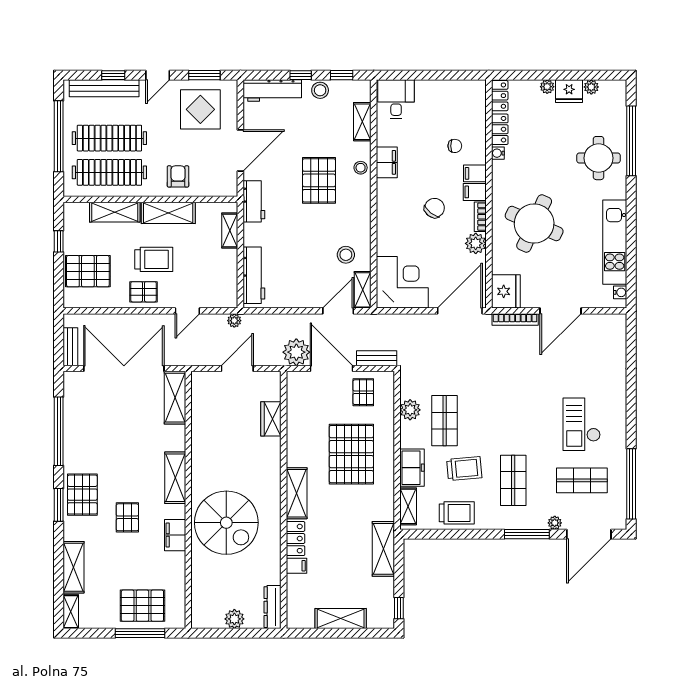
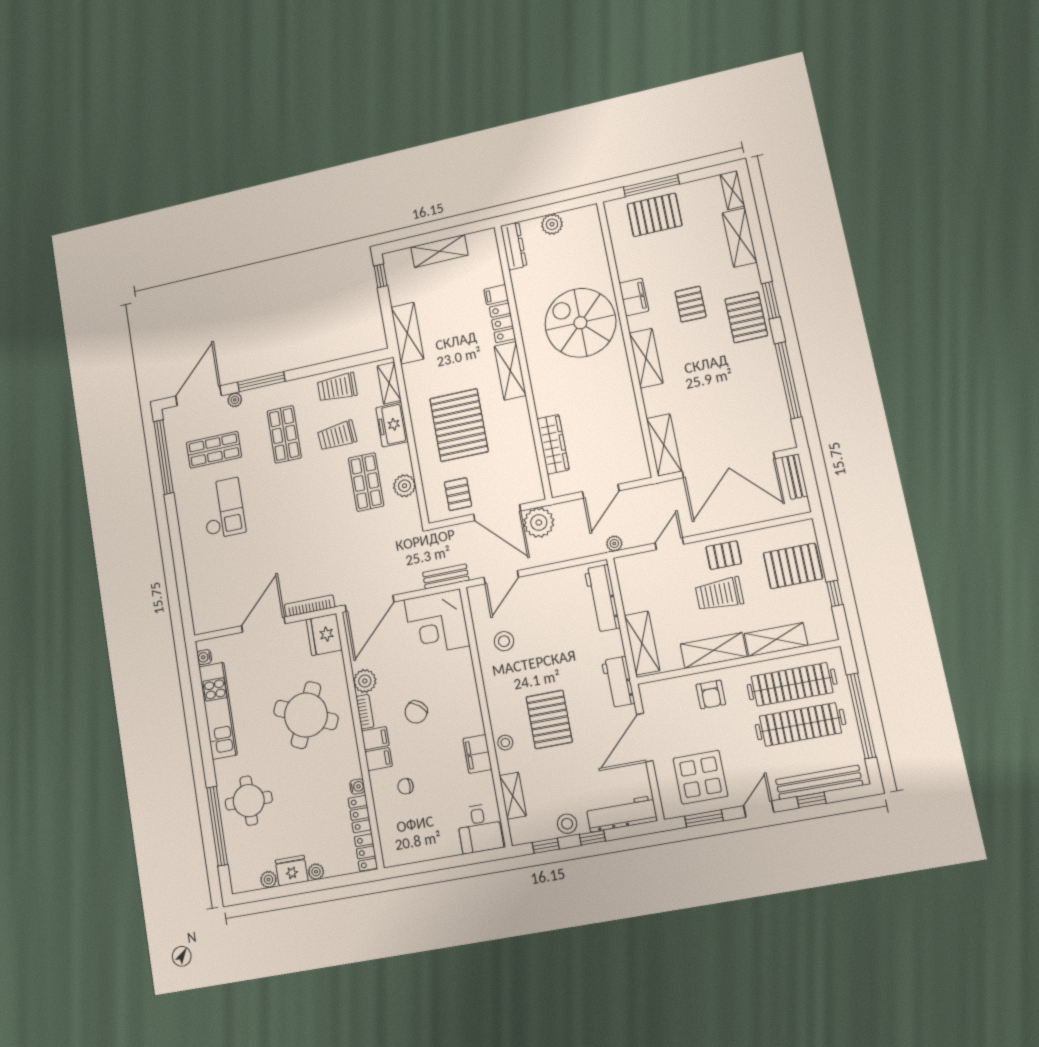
shelving: (230, 231) -> (642, 643), width x1.50, depth x1.33
shelving: (363, 290) -> (479, 606), removed
bench: (377, 358) -> (446, 576), moved
wardrobe: (271, 419) -> (553, 444), width x1.50

